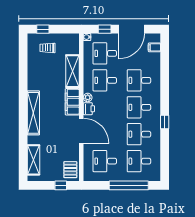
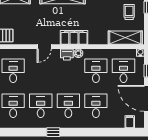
shelving: (72, 71) -> (125, 38), moved
door: (81, 131) -> (44, 47), width x0.53

